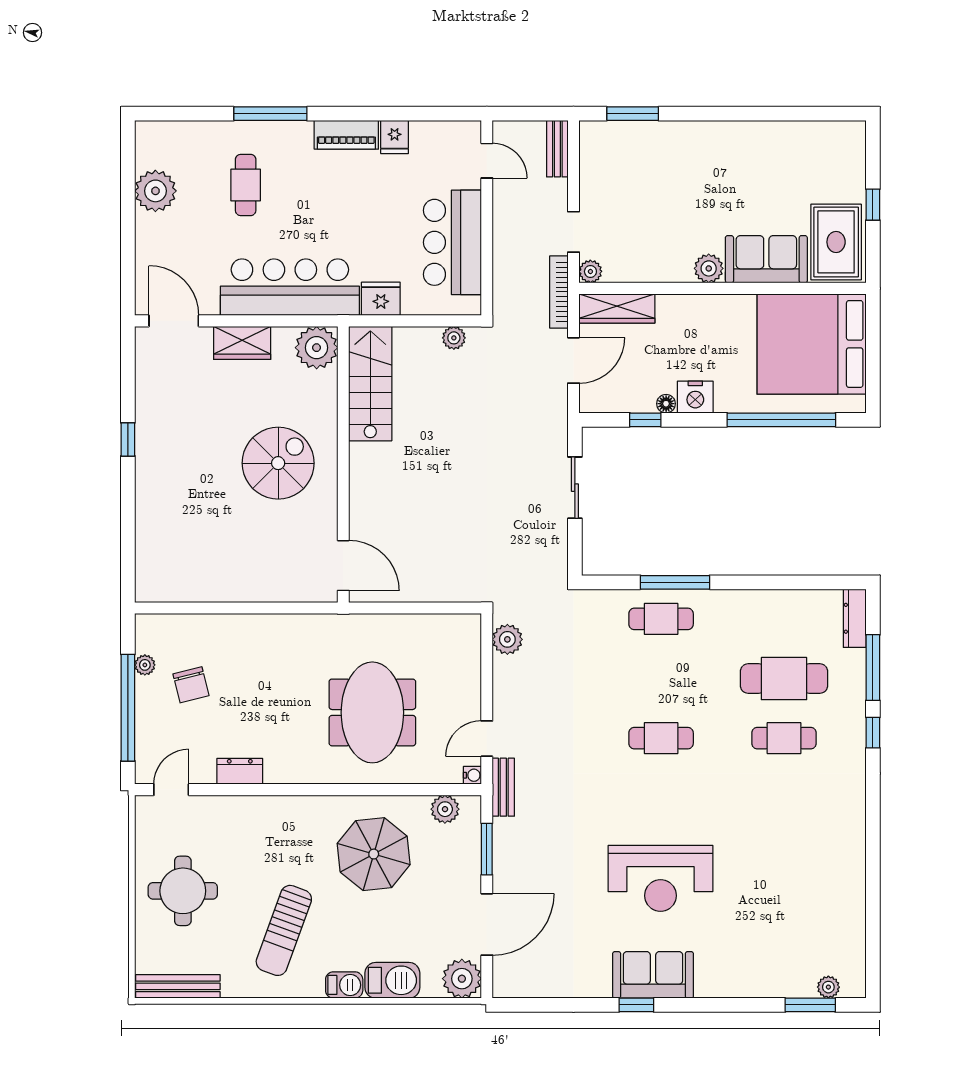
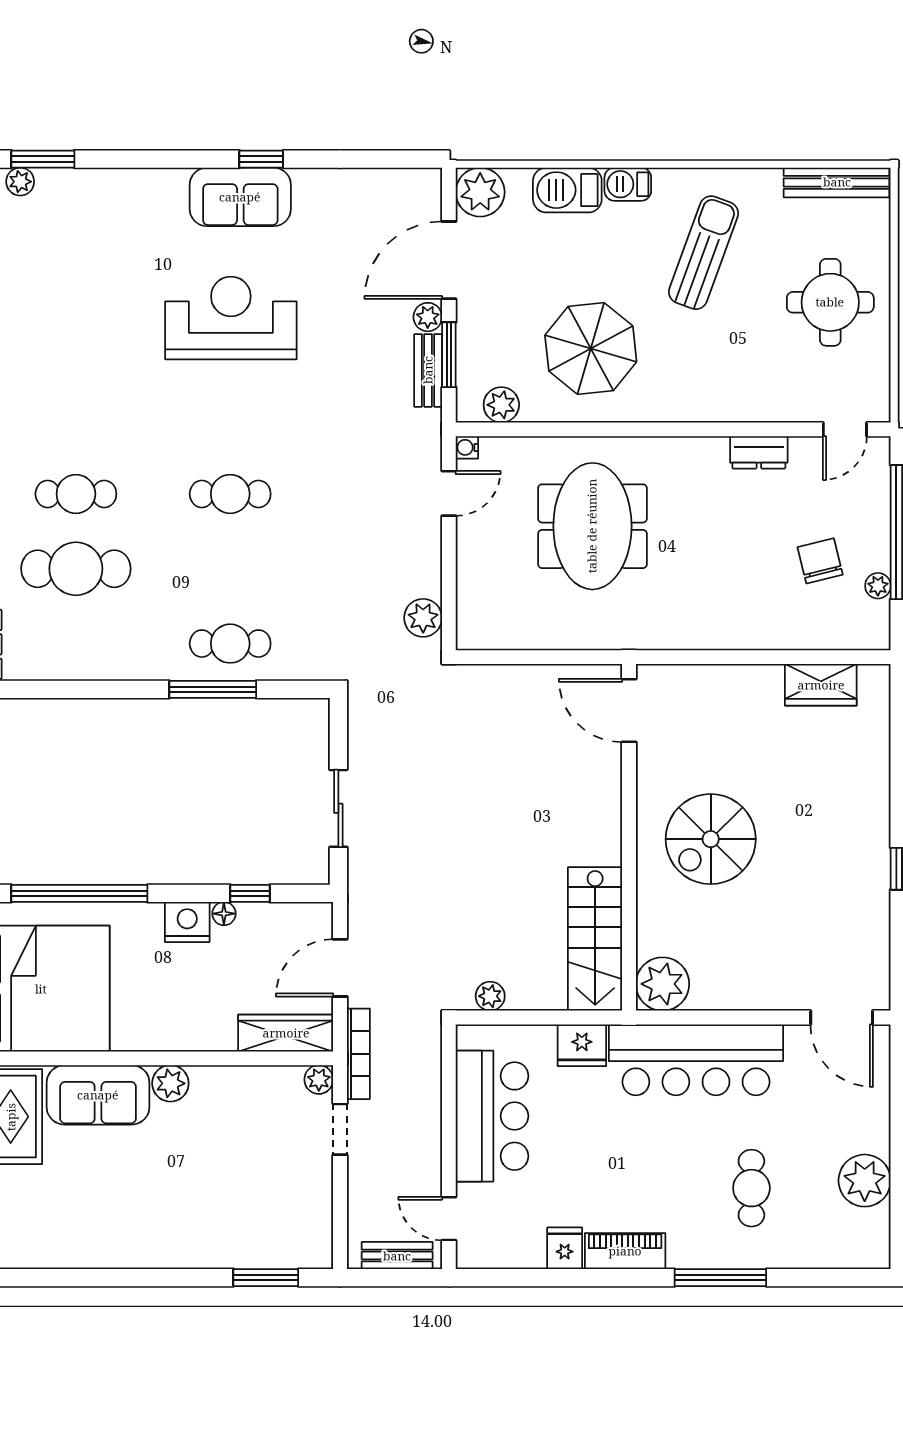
bench: (557, 149) -> (397, 1256), moved, turned 90
wardrobe: (242, 343) -> (821, 685), moved, turned 180
bench: (503, 787) -> (428, 370), moved
plant: (504, 879) -> (428, 317), added

